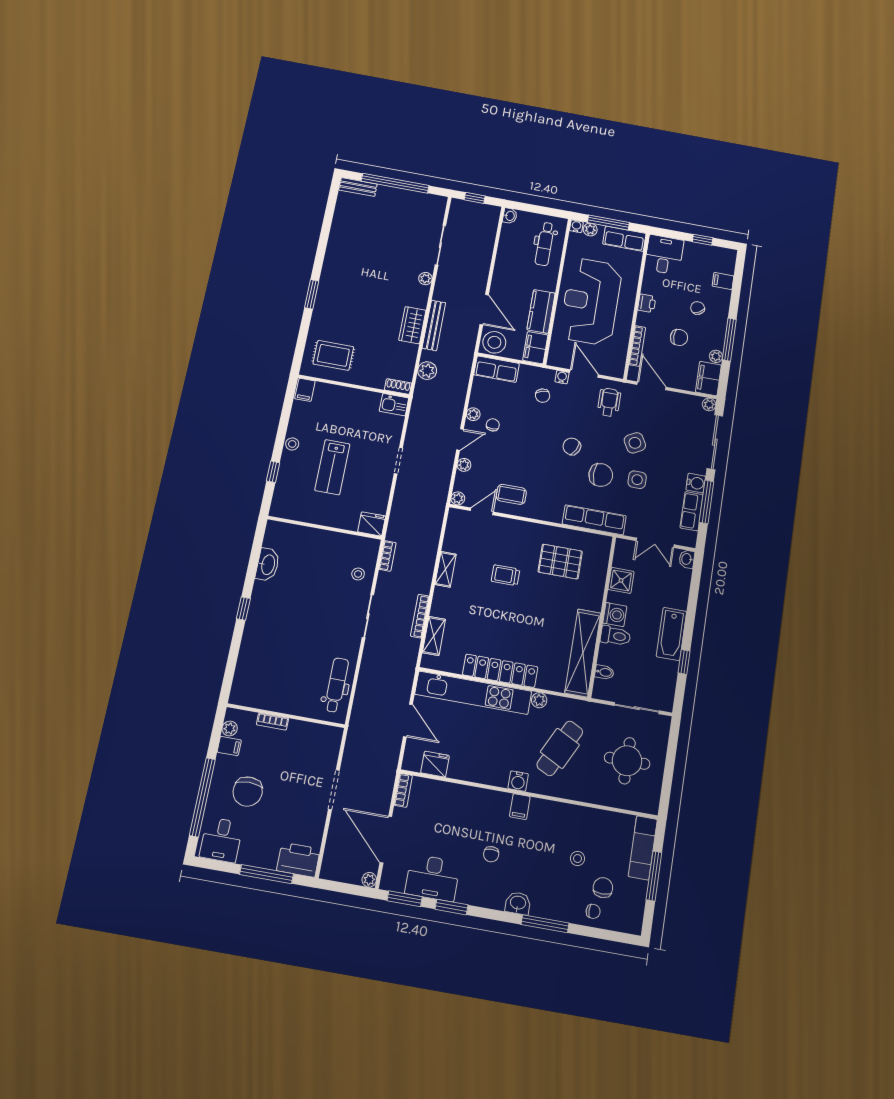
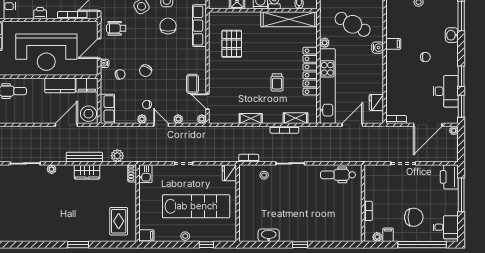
chair: (572, 446) -> (146, 71), moved
lab bench: (332, 467) -> (196, 206), width x1.86, depth x1.39
trolley: (506, 575) -> (277, 82), moved

